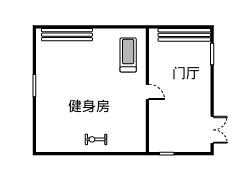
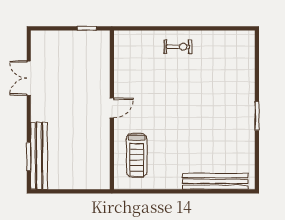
bench: (184, 35) -> (39, 156), moved, turned 90
door: (147, 92) -> (112, 108), swing flipped
double door: (212, 130) -> (29, 78), moved

